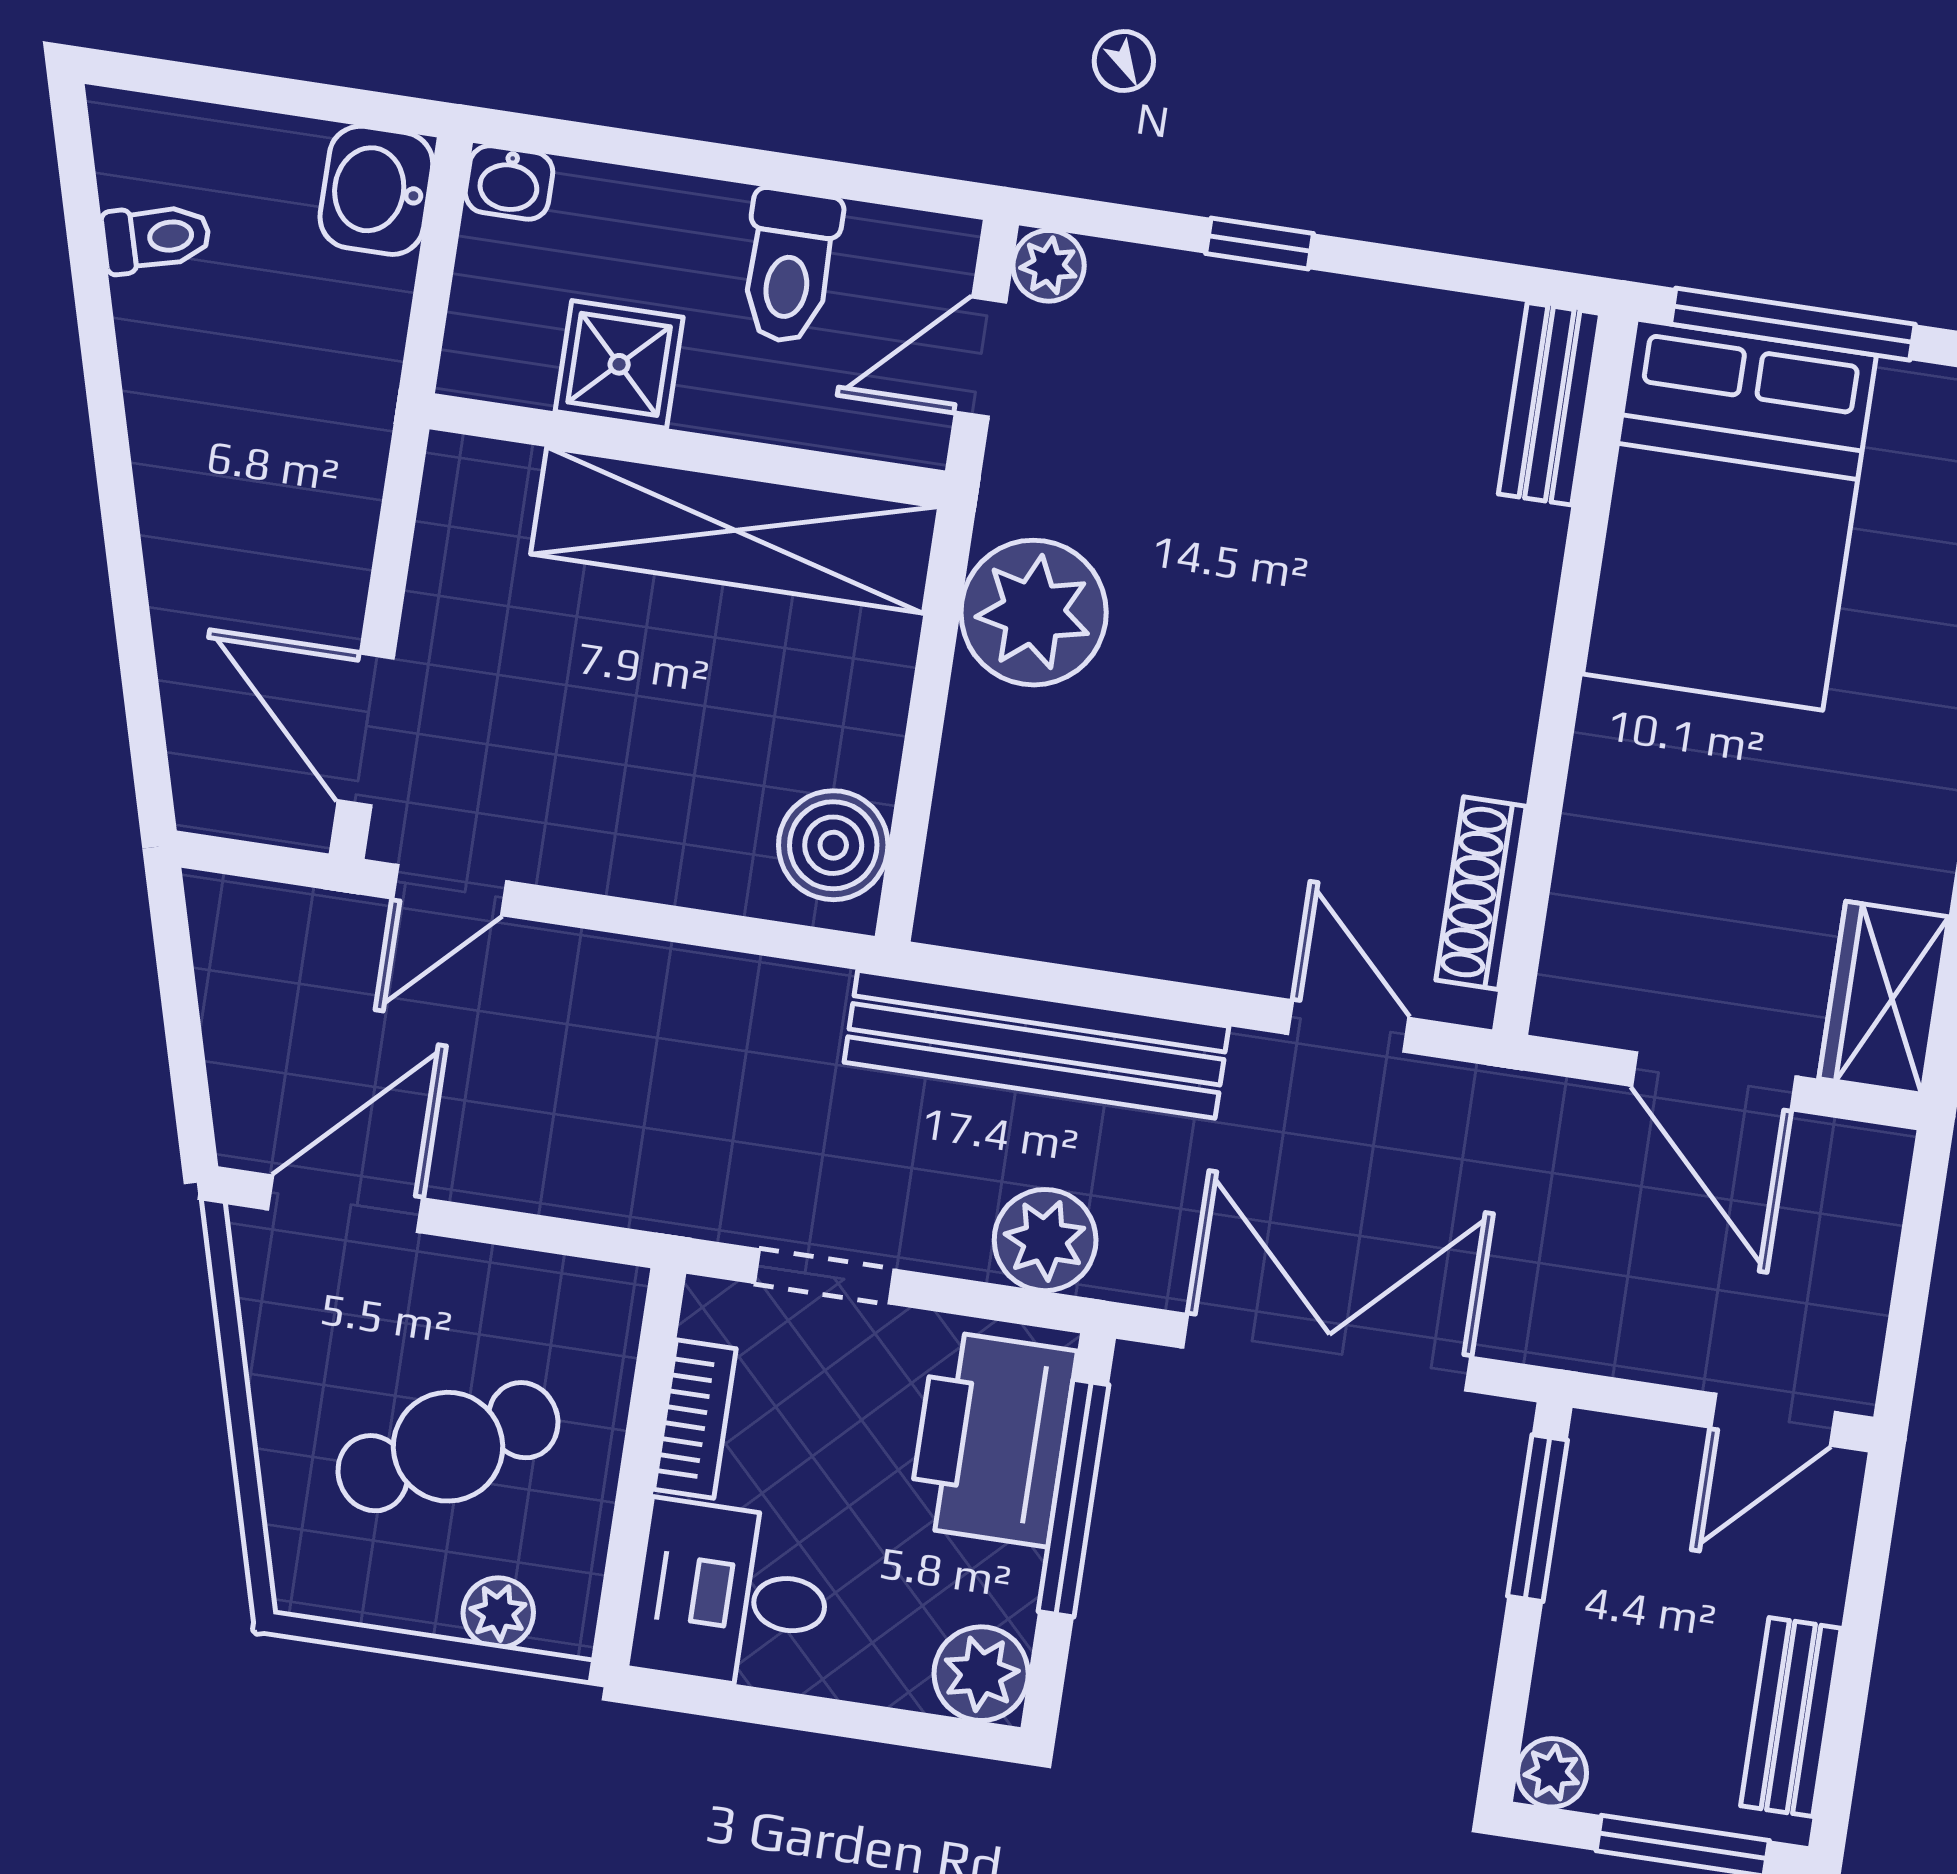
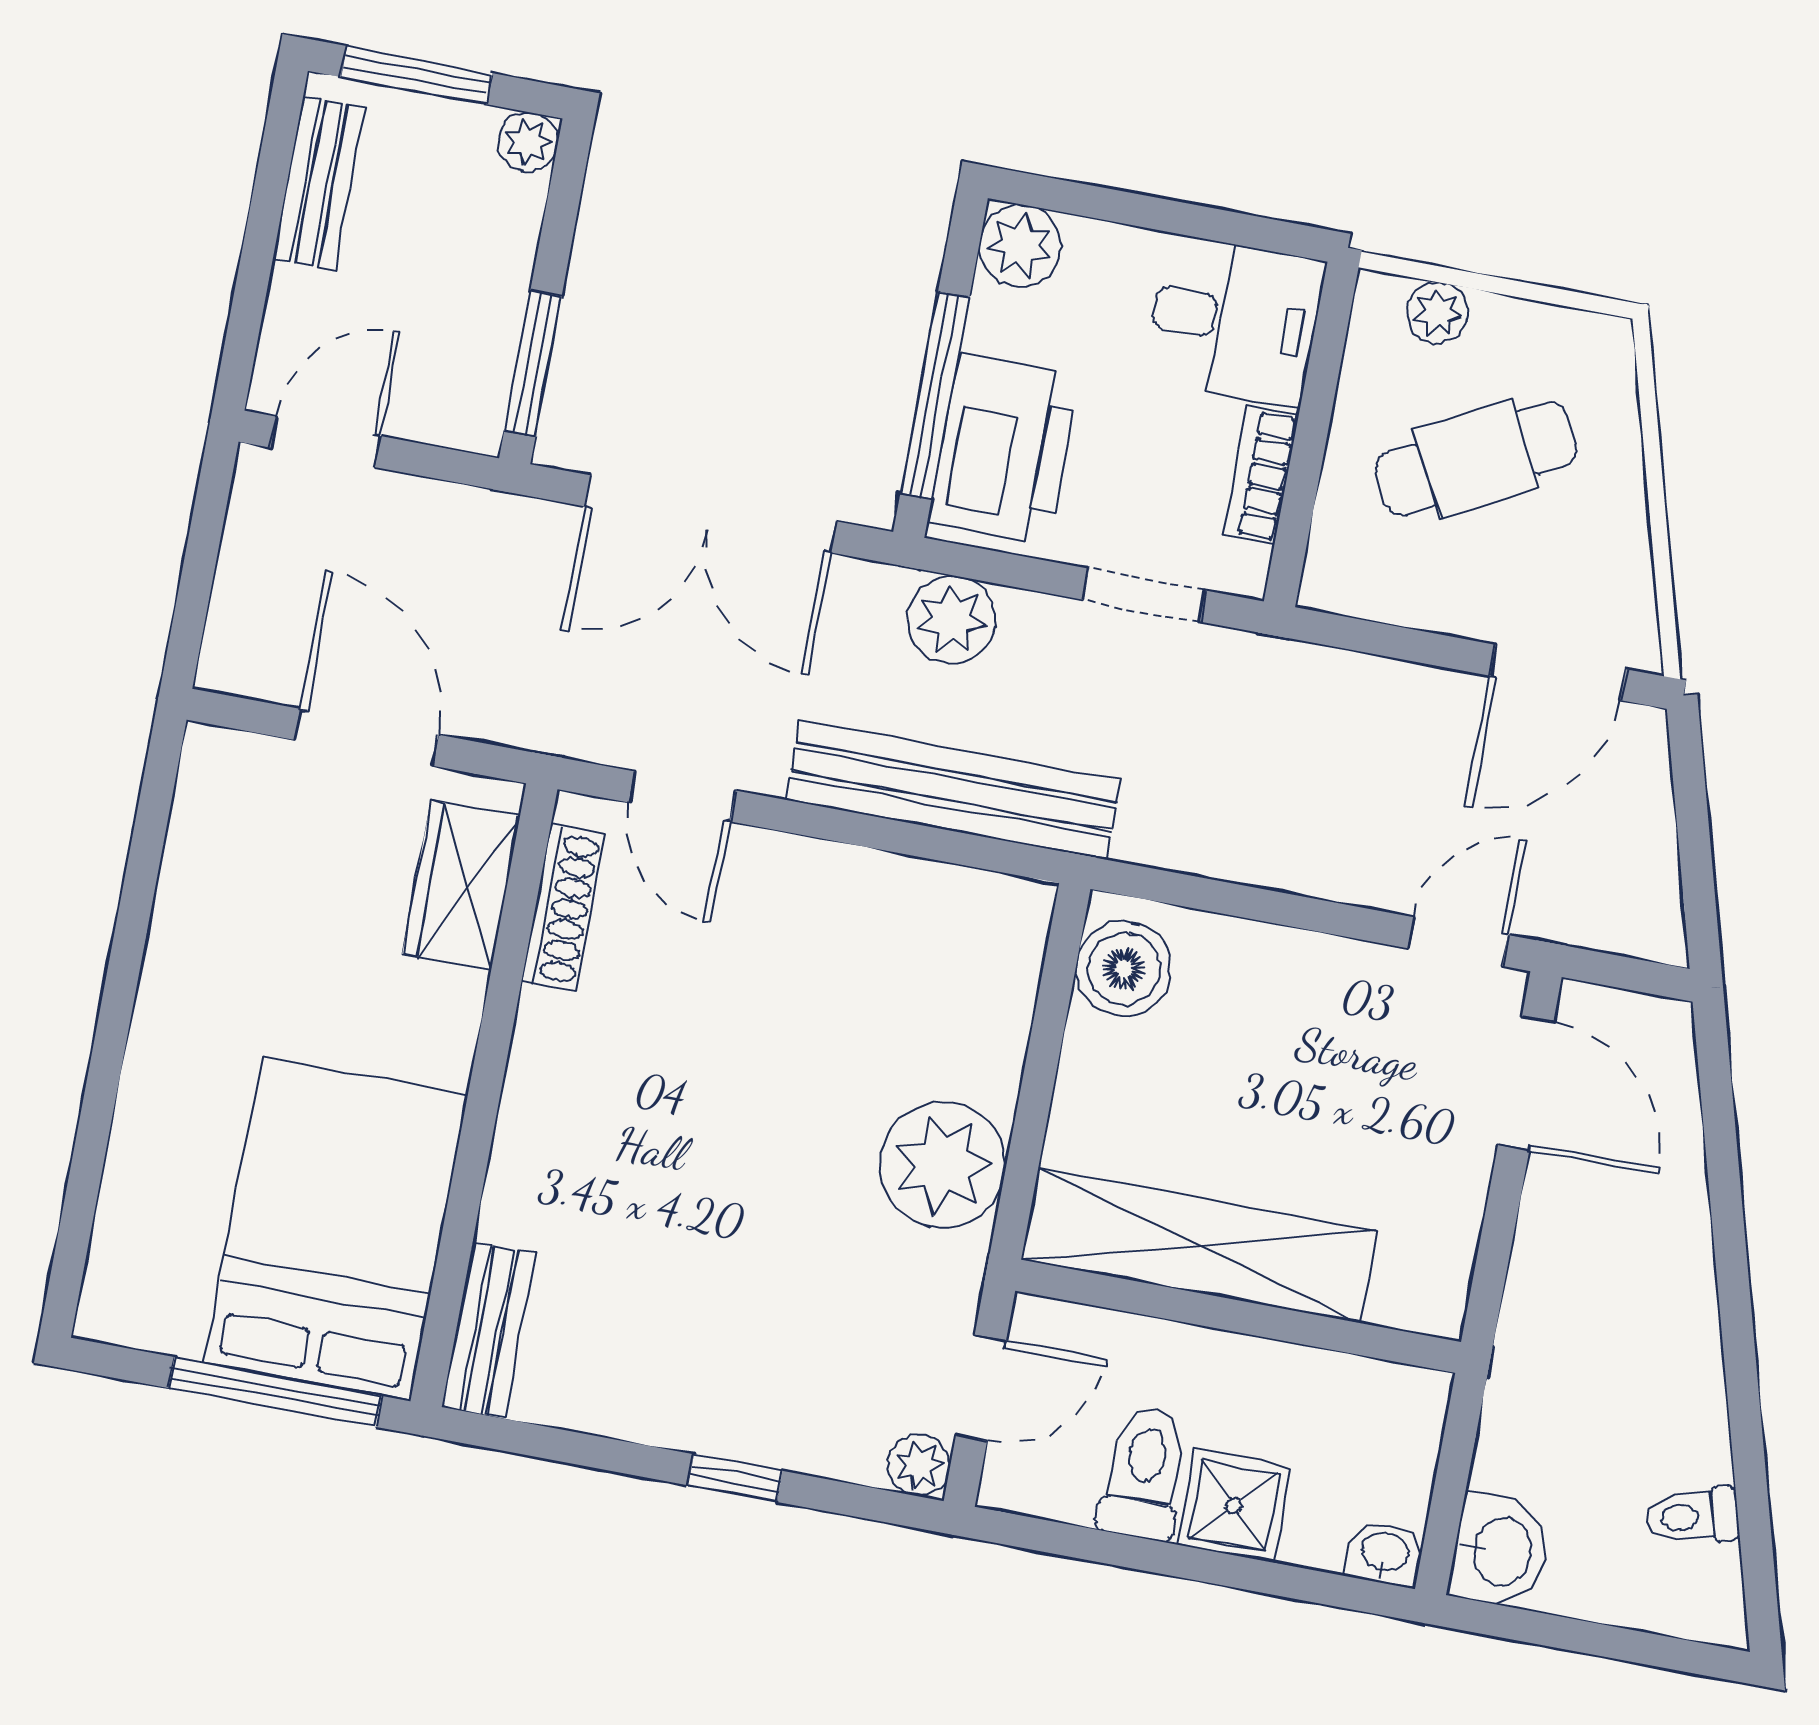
shower: (619, 364) -> (1234, 1506), moved
wardrobe: (1884, 998) -> (461, 885), moved, turned 180

